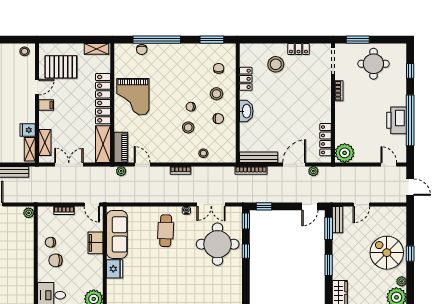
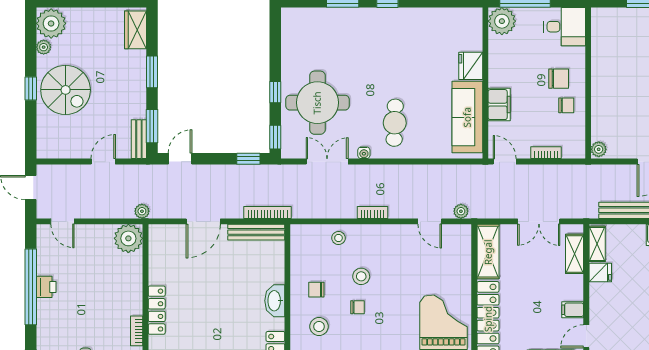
printer: (397, 120) -> (46, 287), width x0.53, depth x0.68
locker: (326, 140) -> (157, 310), moved
piano: (121, 147) -> (461, 247), removed
plant: (313, 171) -> (142, 211), moved

